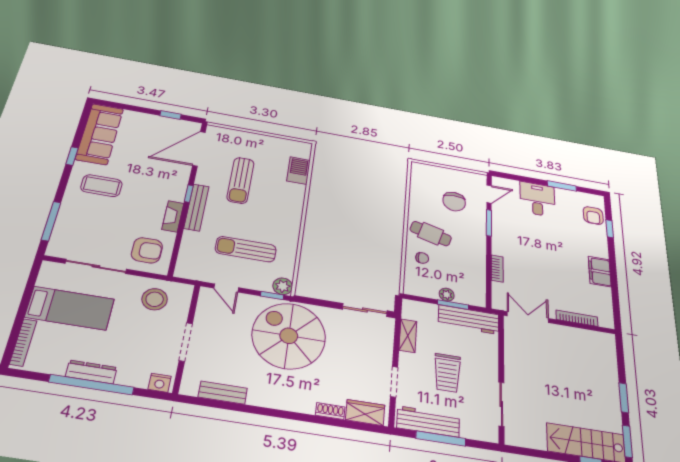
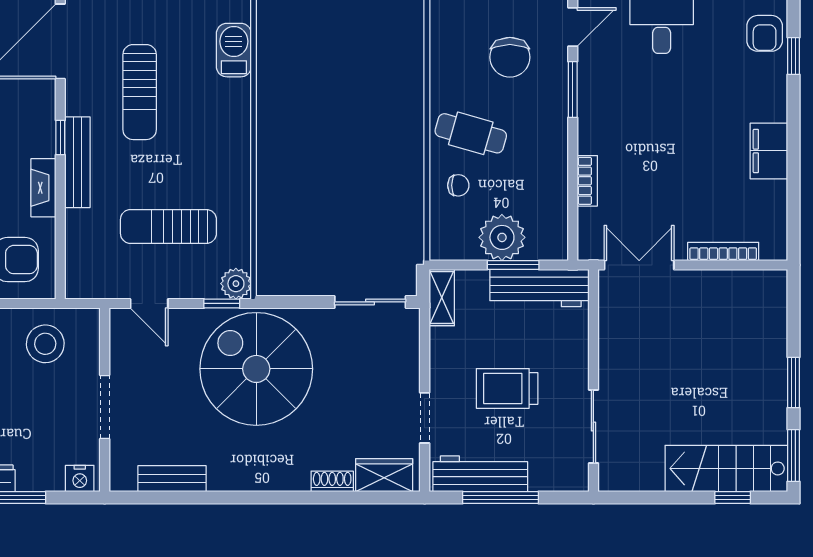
plant: (447, 295) -> (502, 237), width x1.88, depth x1.88
shelving: (408, 336) -> (442, 298), moved
trolley: (447, 373) -> (507, 388), turned 90

